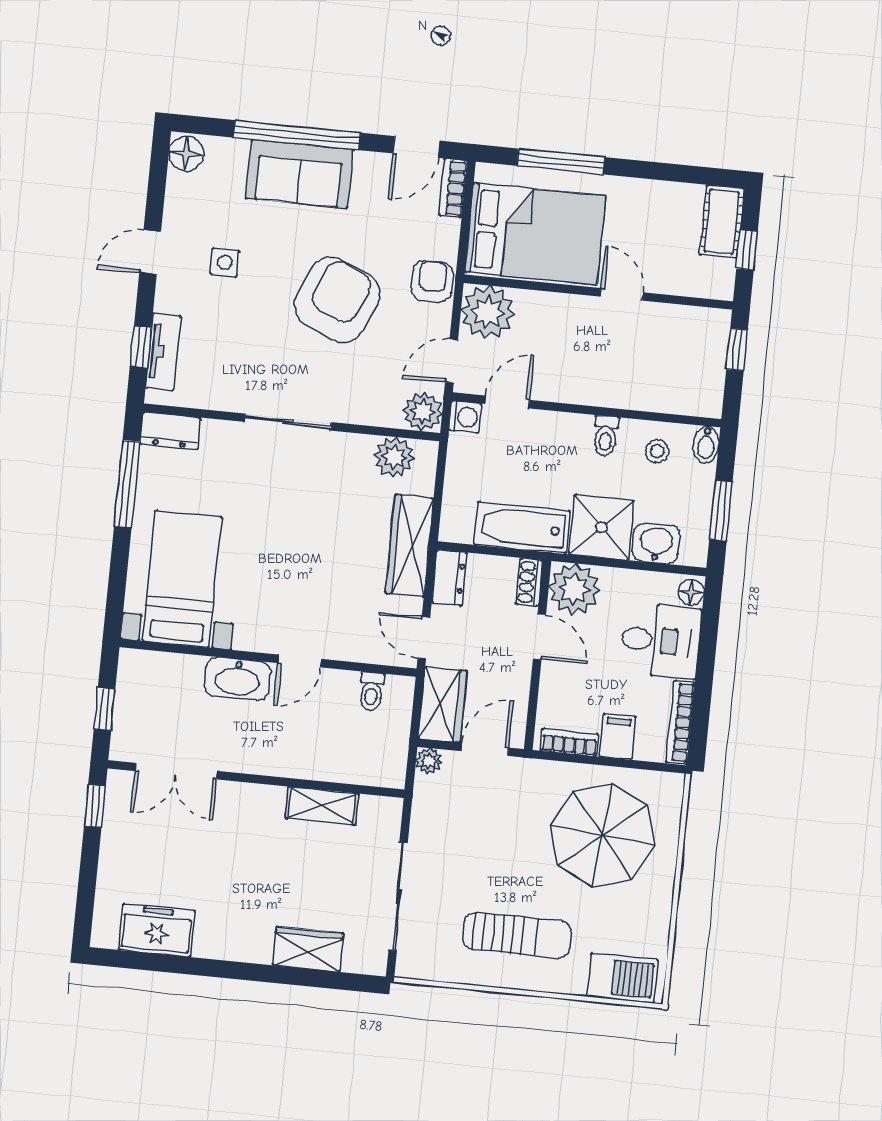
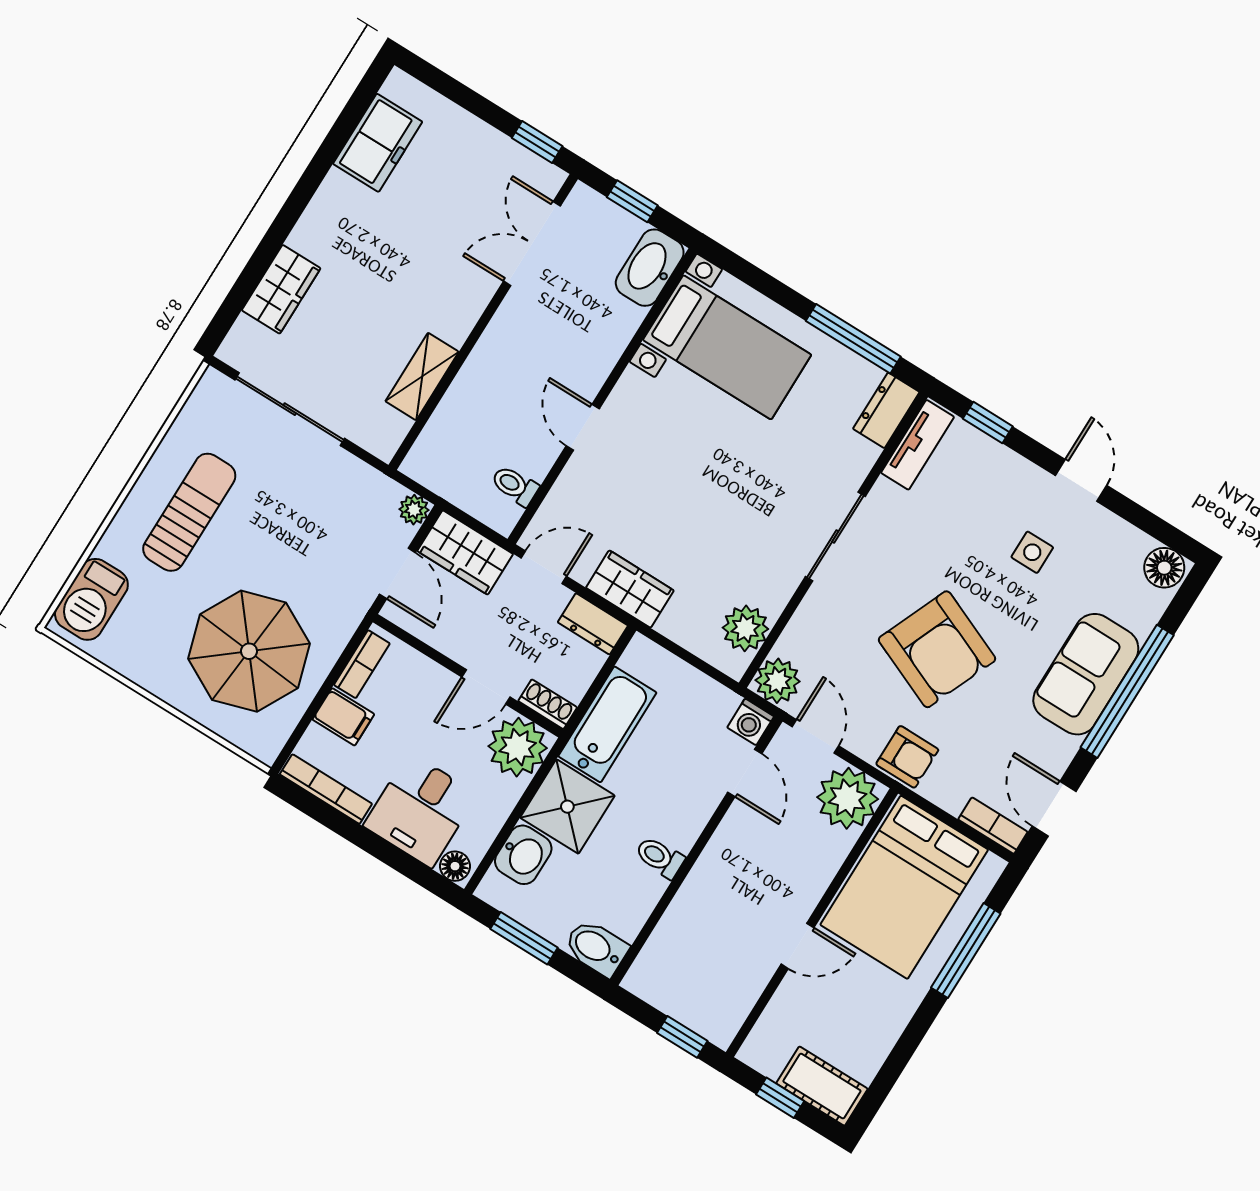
tv unit: (163, 352) -> (918, 445), moved, turned -90
bidet: (706, 445) -> (596, 948), width x1.38, depth x1.36
stool: (657, 451) -> (618, 903), removed
wardrobe: (410, 546) -> (630, 589), width x0.67
washbasin: (237, 679) -> (650, 268), moved
sun lounger: (517, 935) -> (189, 512), turned 180

